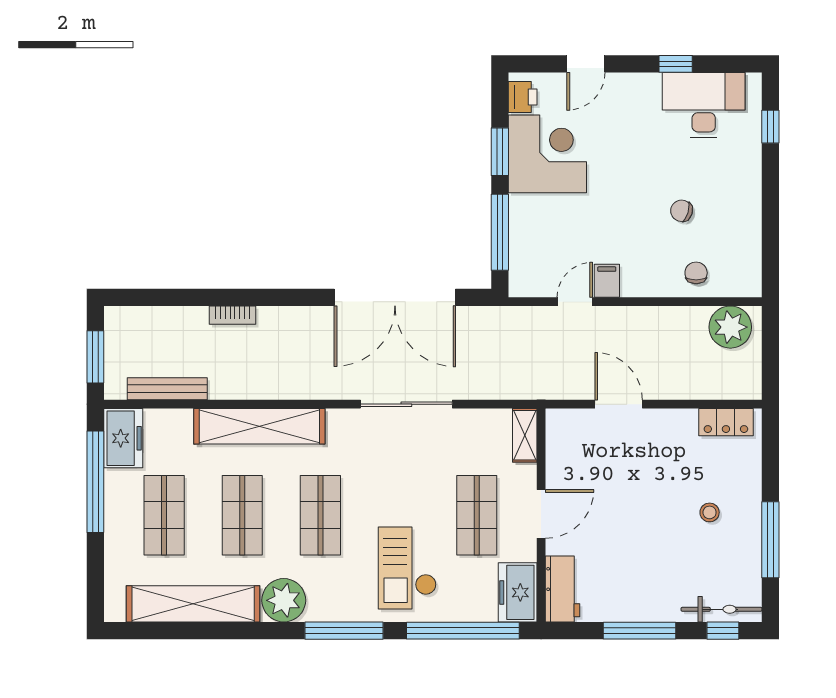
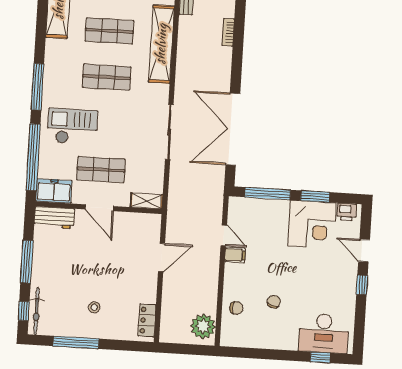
window: (676, 64) -> (362, 285), moved
desk: (704, 105) -> (324, 333), moved, turned 90
plant: (284, 600) -> (58, 52), removed

